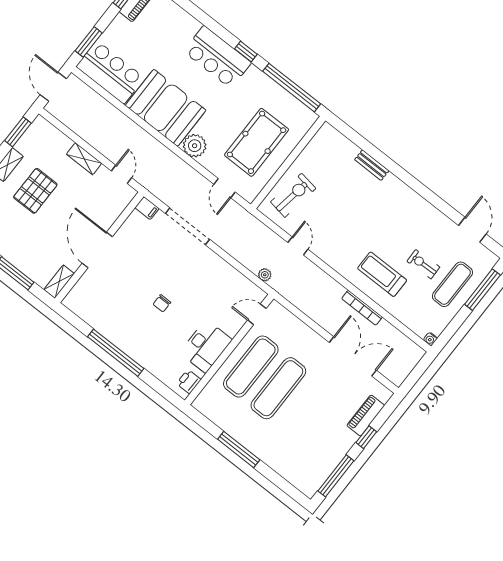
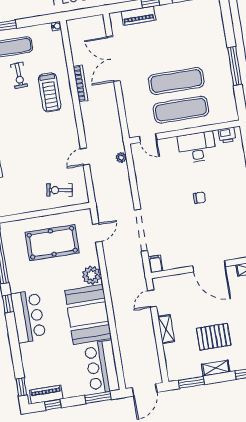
exercise bike: (293, 195) -> (59, 190), width x0.73, depth x0.72
door: (97, 250) -> (209, 266), hinge flipped

